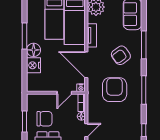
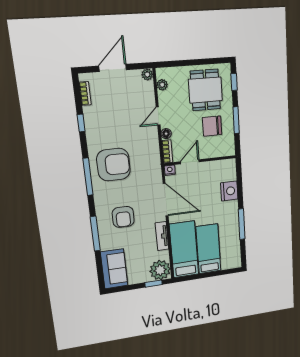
floor lamp: (34, 50) -> (230, 209), removed
armchair: (121, 55) -> (123, 217), turned 126
armchair: (115, 90) -> (113, 165), moved, turned -90

